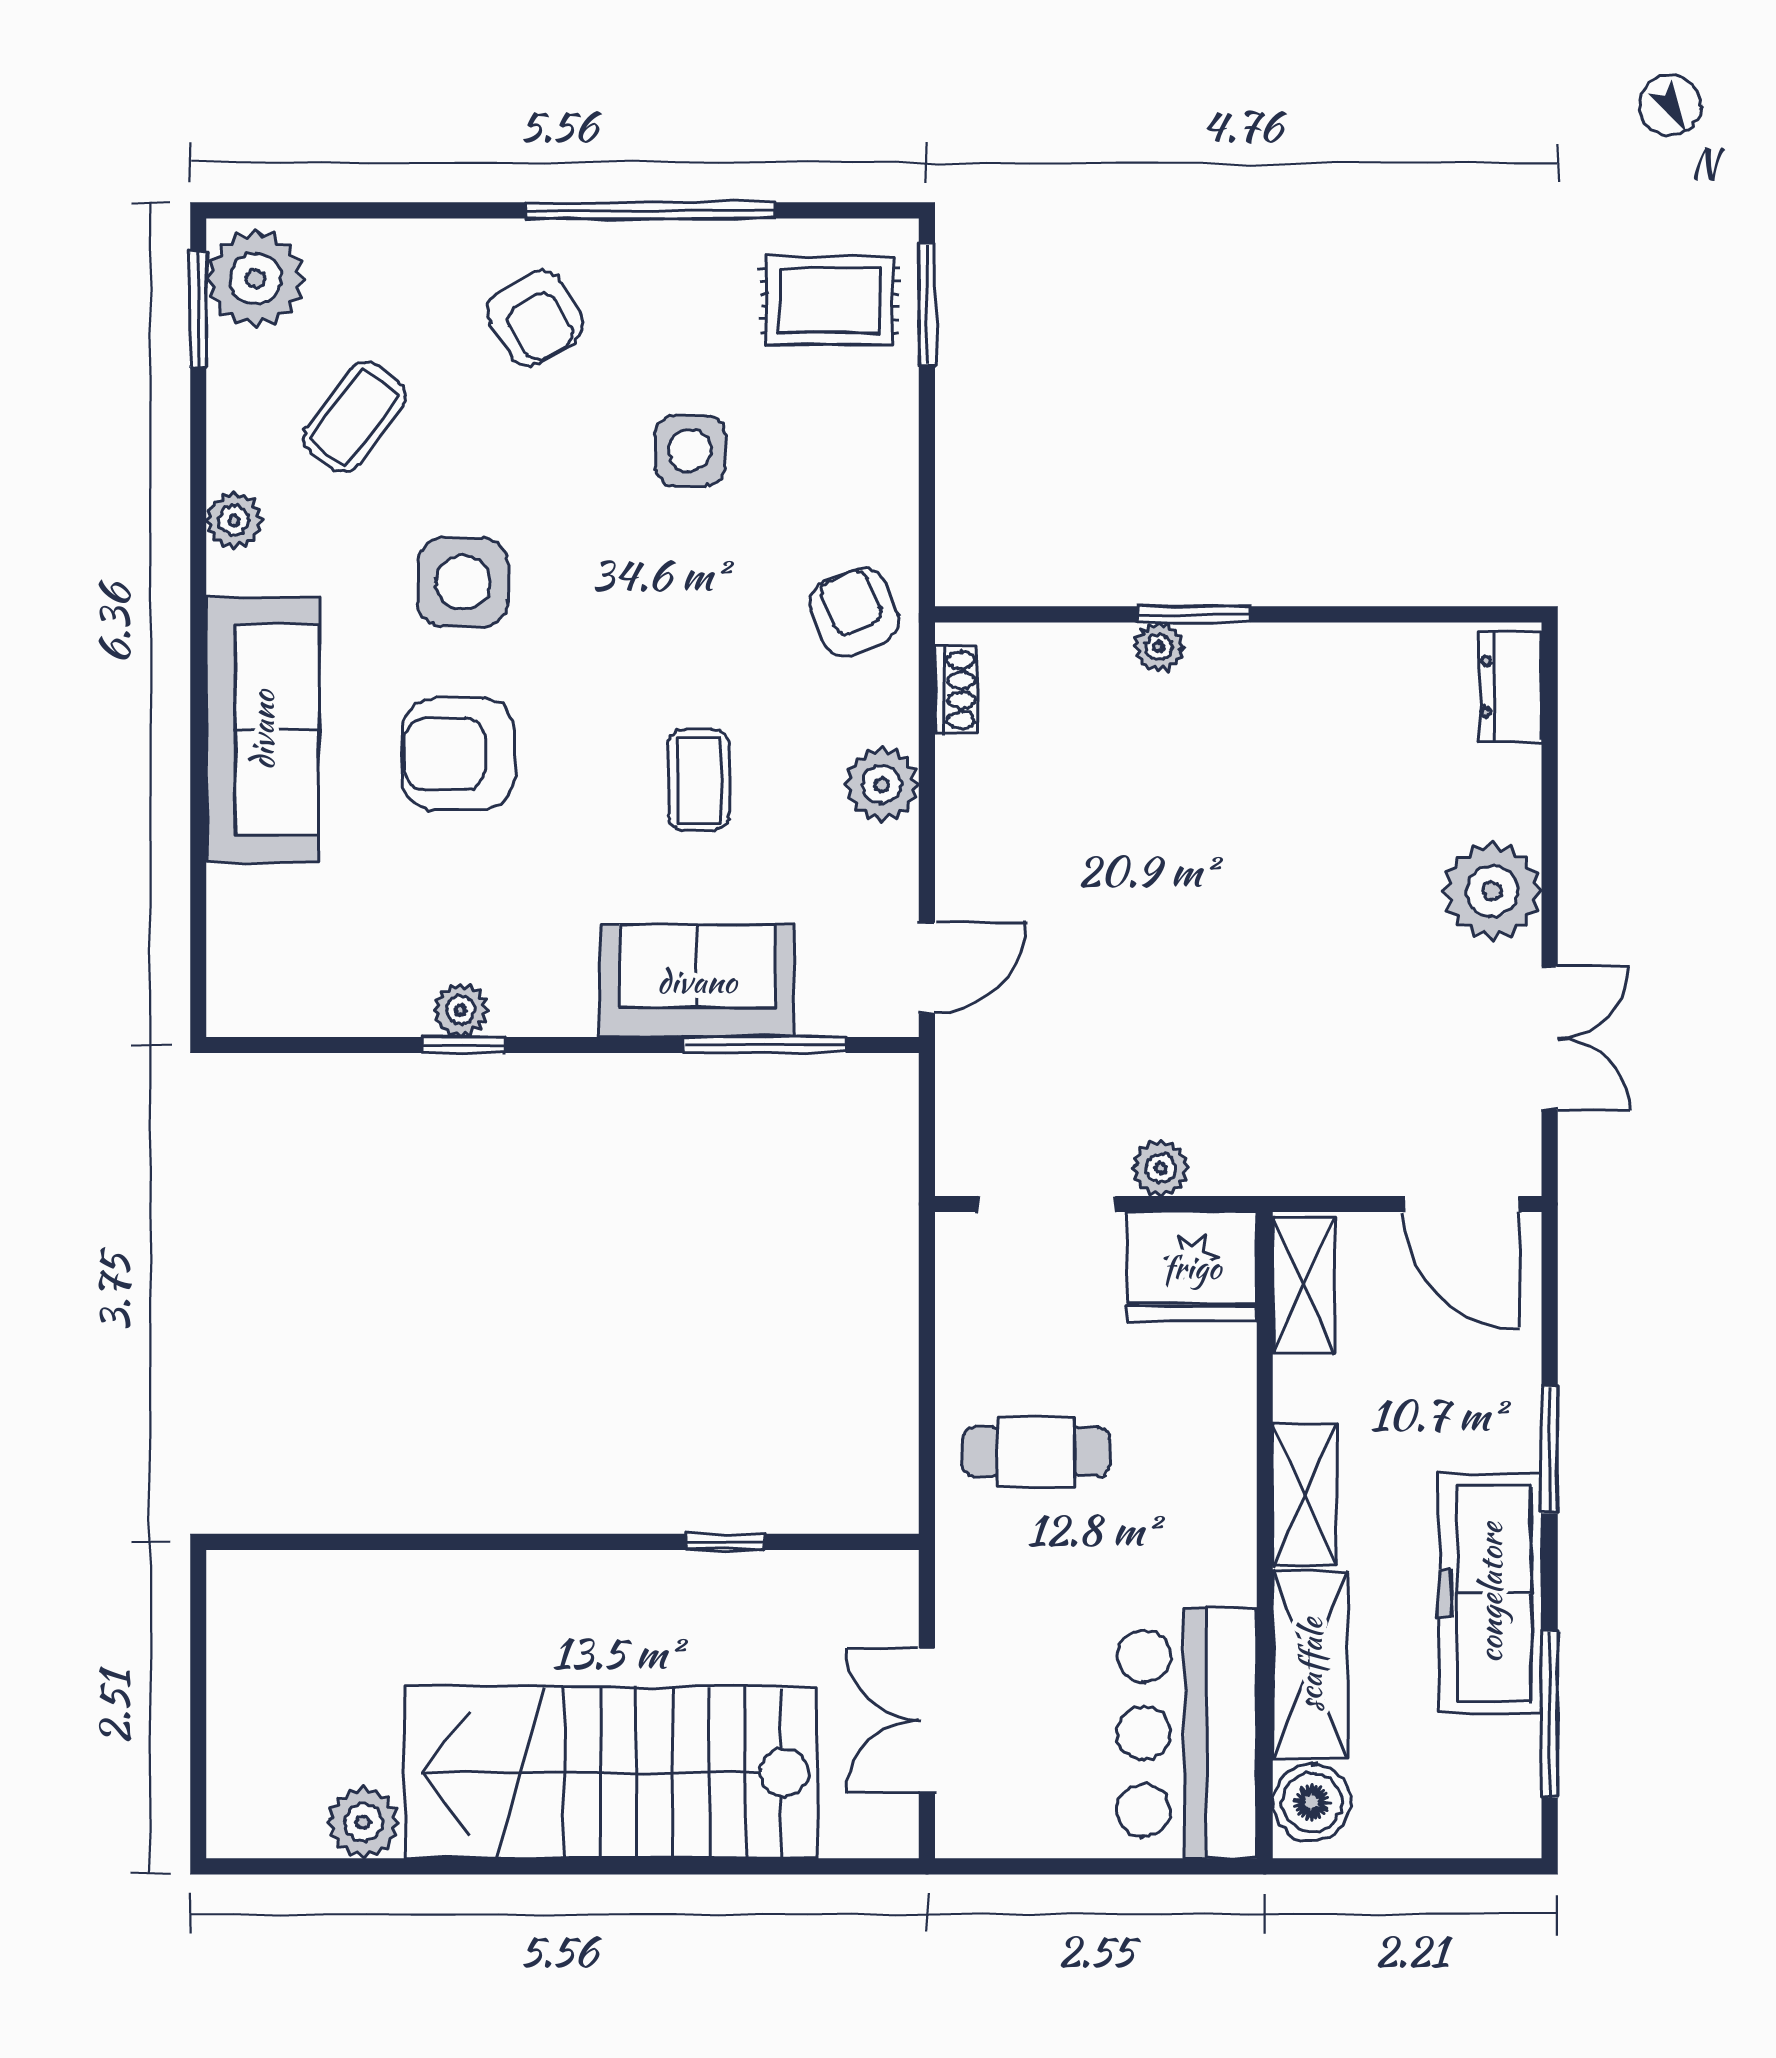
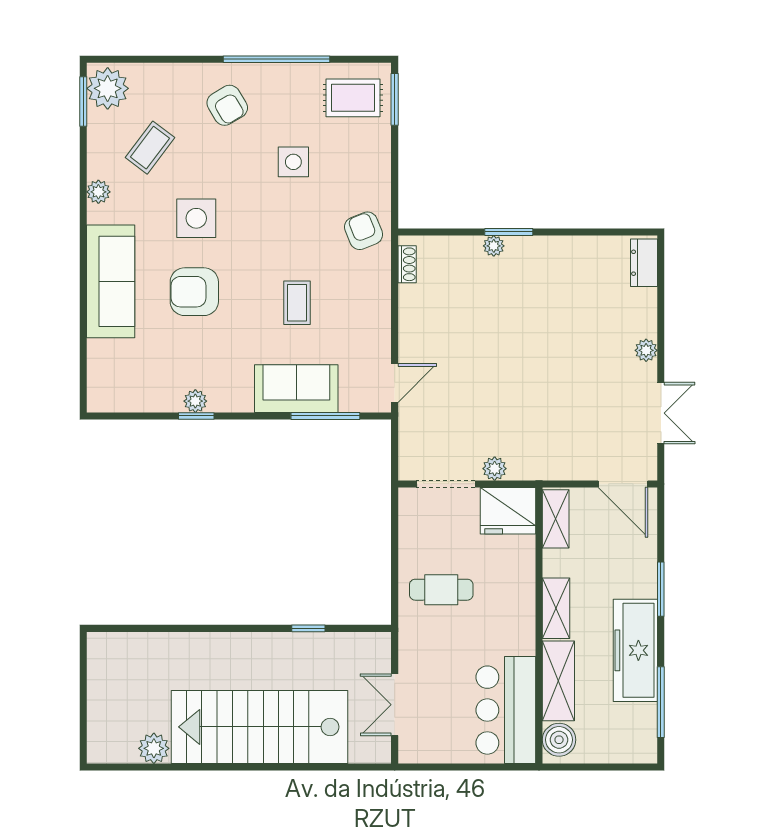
plant: (882, 785) -> (375, 305), removed
plant: (1492, 891) -> (646, 350), width x0.53, depth x0.53

